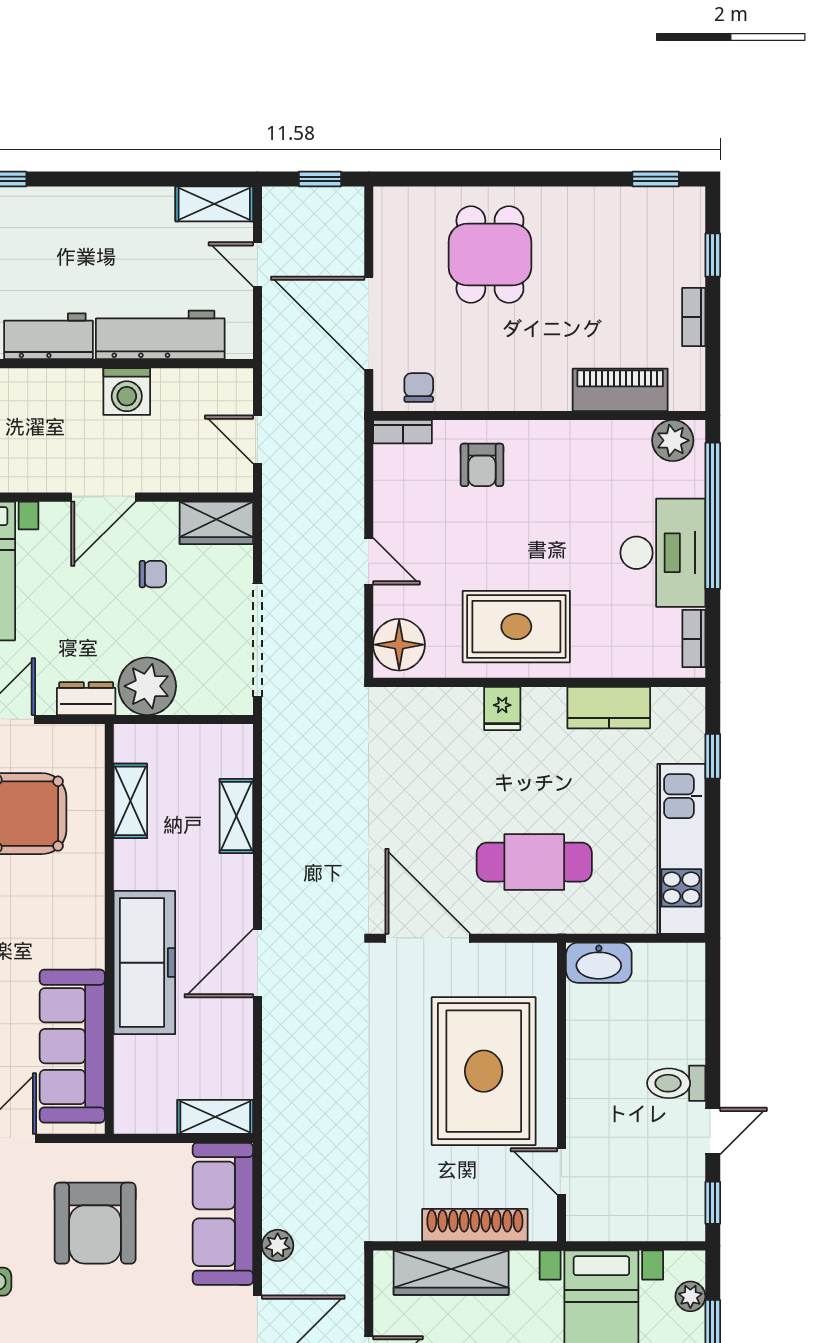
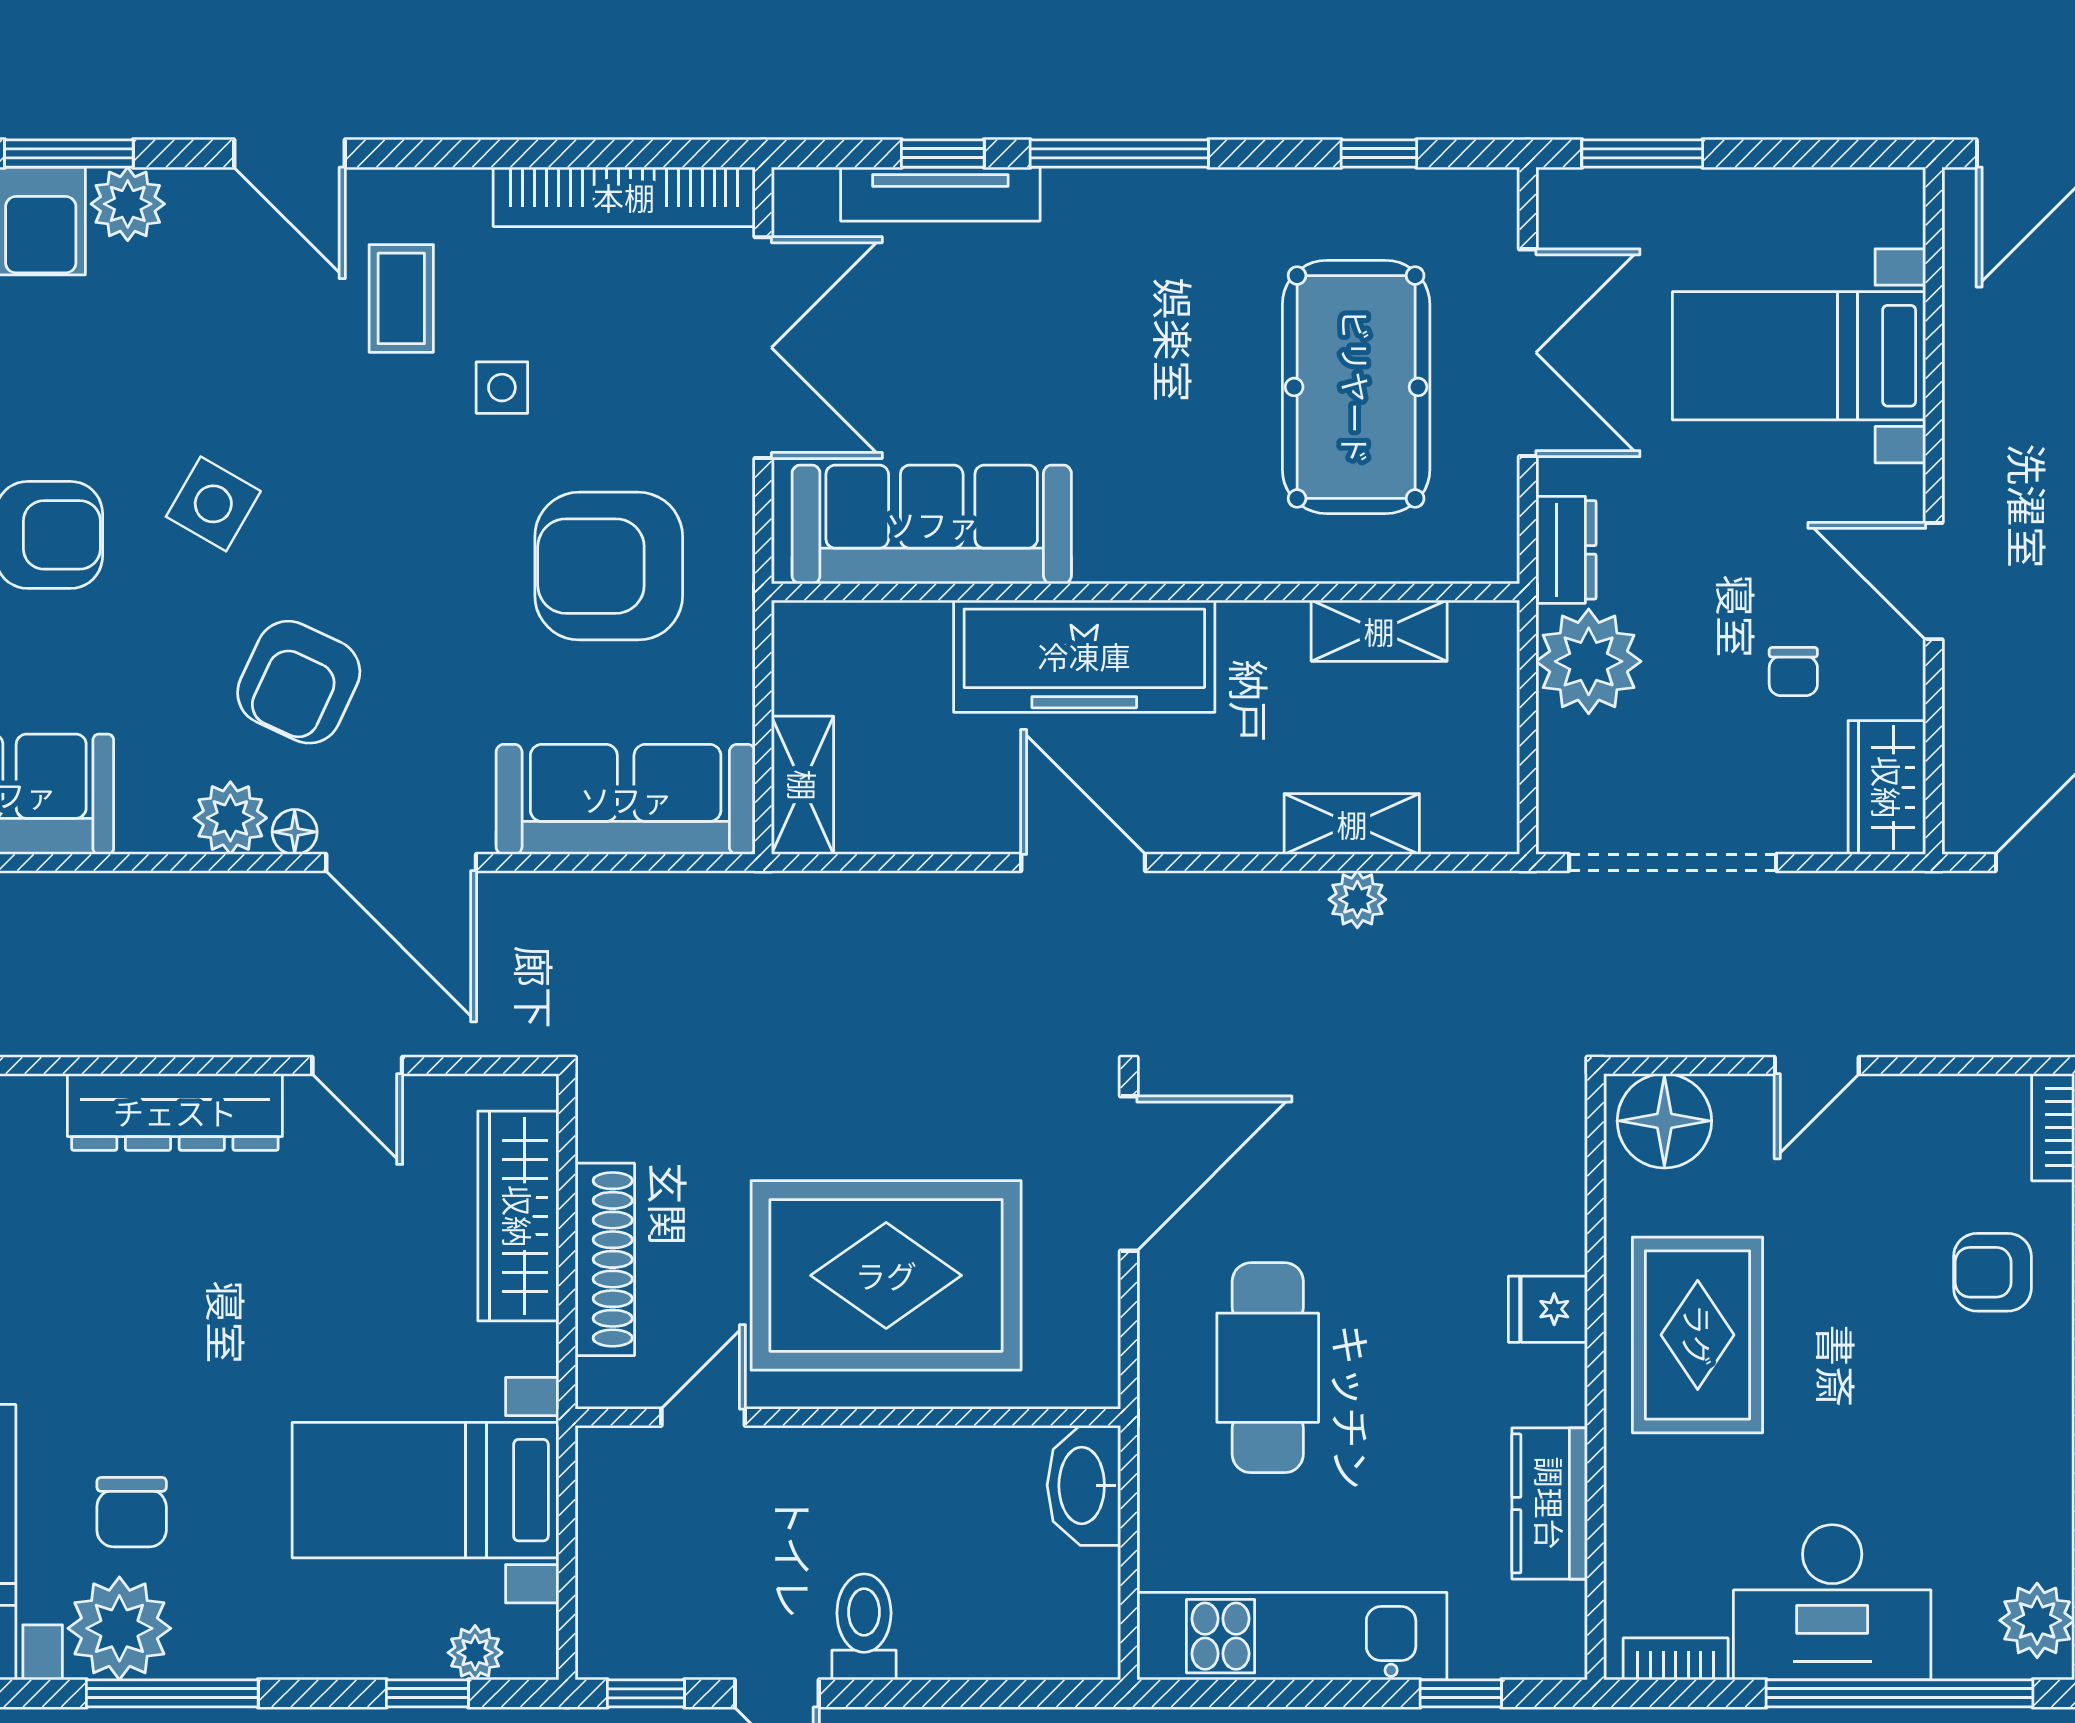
plant: (278, 1245) -> (1357, 899), moved

